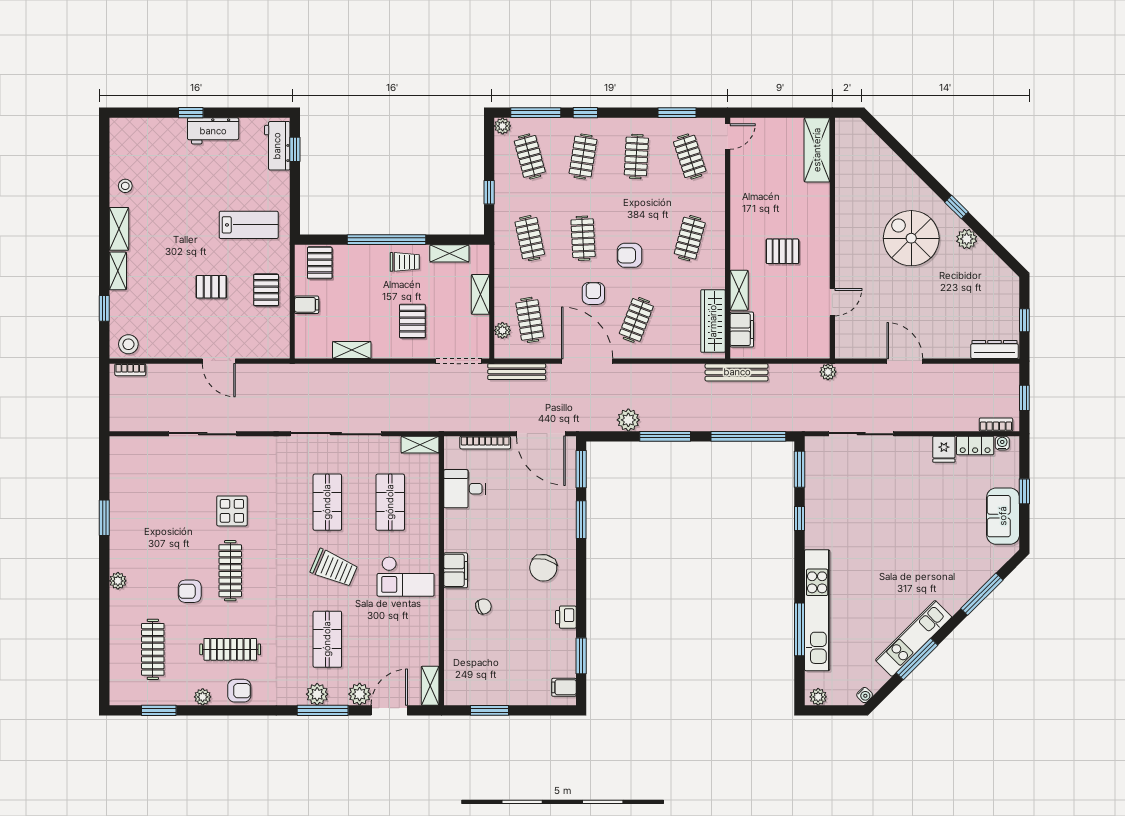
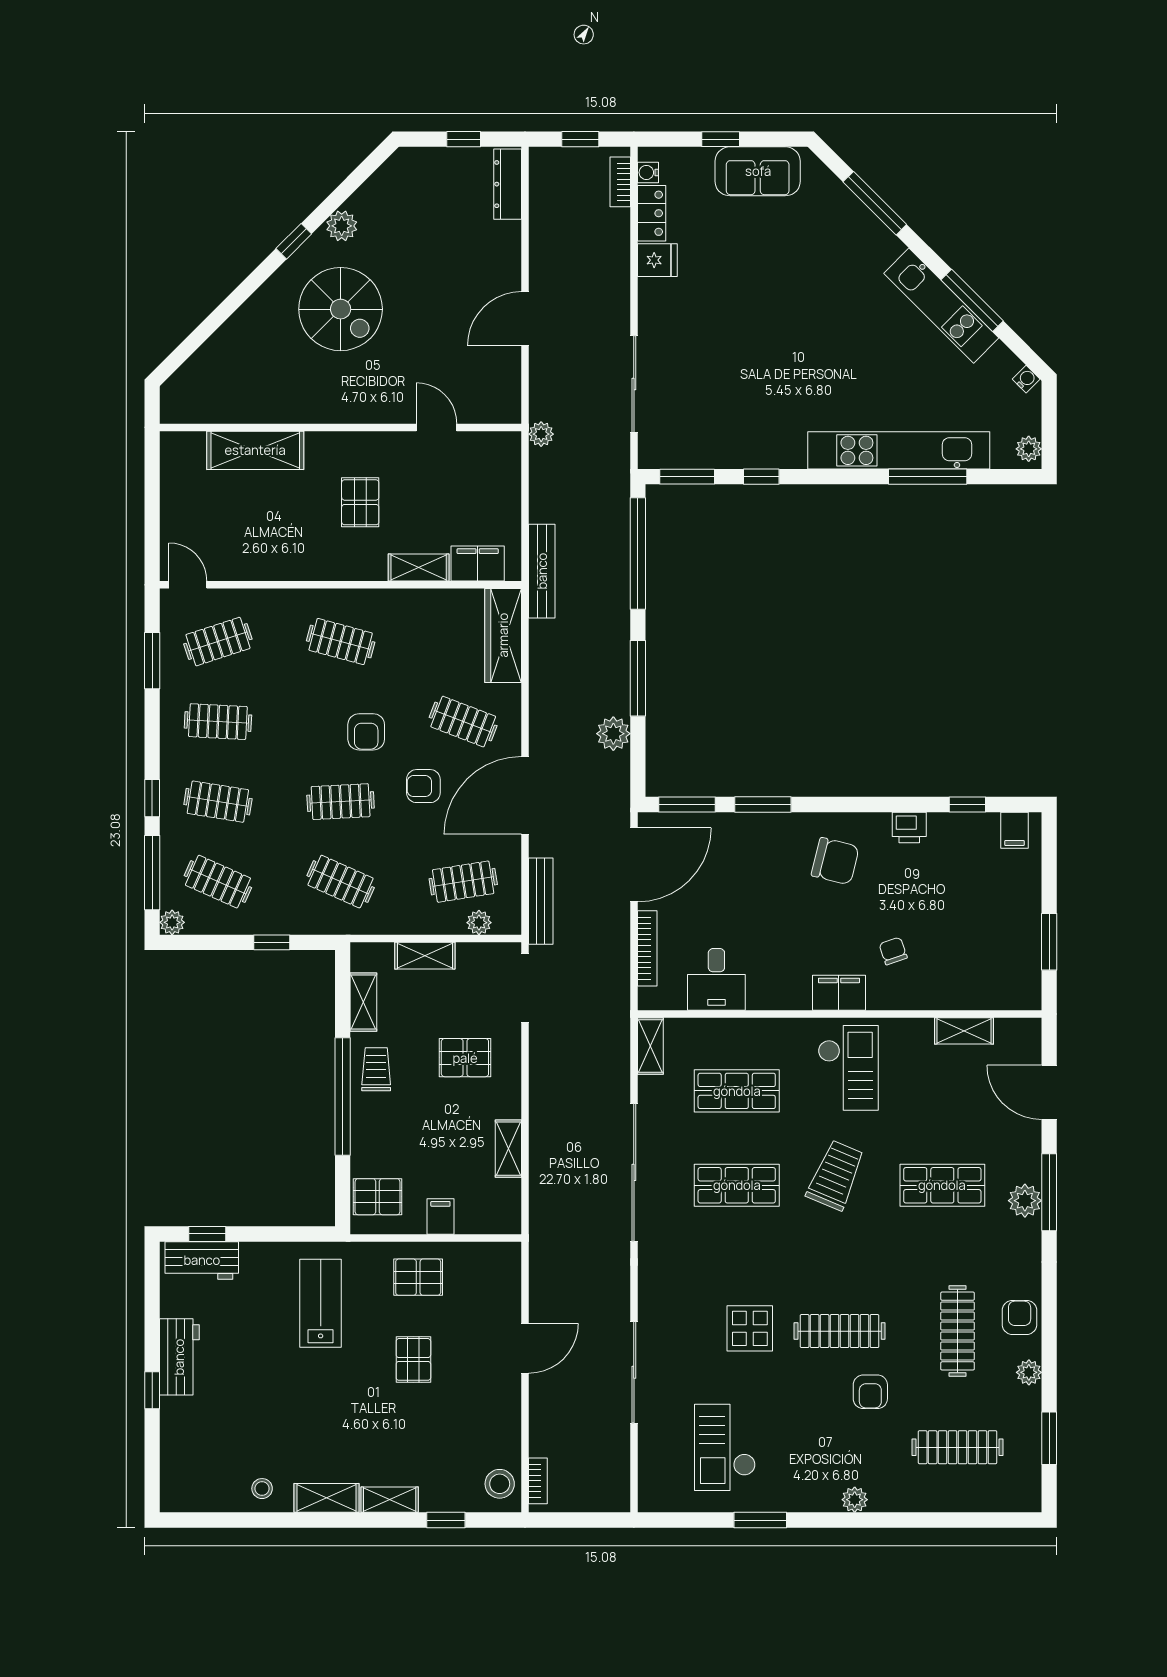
shelving: (817, 150) -> (255, 450), moved
clothes rail: (530, 156) -> (218, 882), turned 39
clothes rail: (530, 238) -> (341, 882), turned 36
spiral stairs: (911, 238) -> (341, 309), turned -90
wardrobe: (713, 321) -> (503, 635), moved, turned 90
checkout: (153, 494) -> (725, 1447), added
window: (581, 656) -> (967, 805), width x0.67
shelving: (430, 686) -> (964, 1031), moved
plant: (360, 694) -> (1025, 1137), removed

